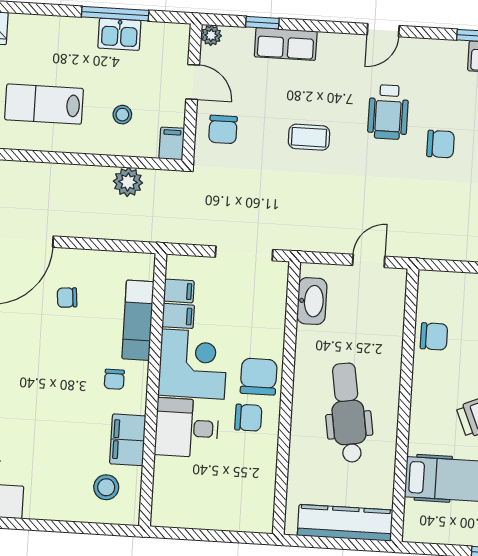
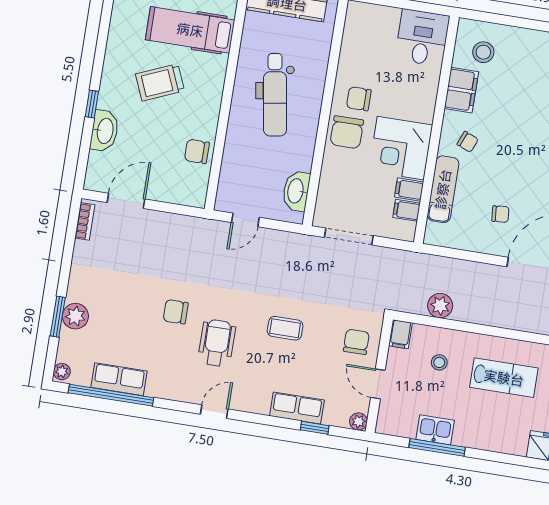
chair: (114, 379) -> (468, 142), turned 112
desk: (187, 428) -> (422, 38), moved, turned -90

